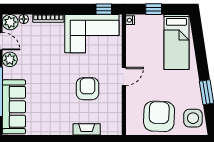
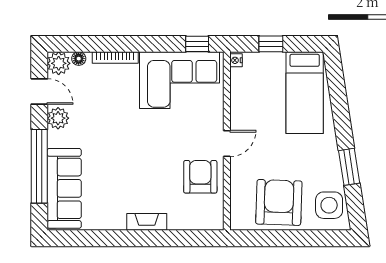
armchair: (88, 89) -> (200, 177), moved
fireplace: (87, 129) -> (147, 222), moved

